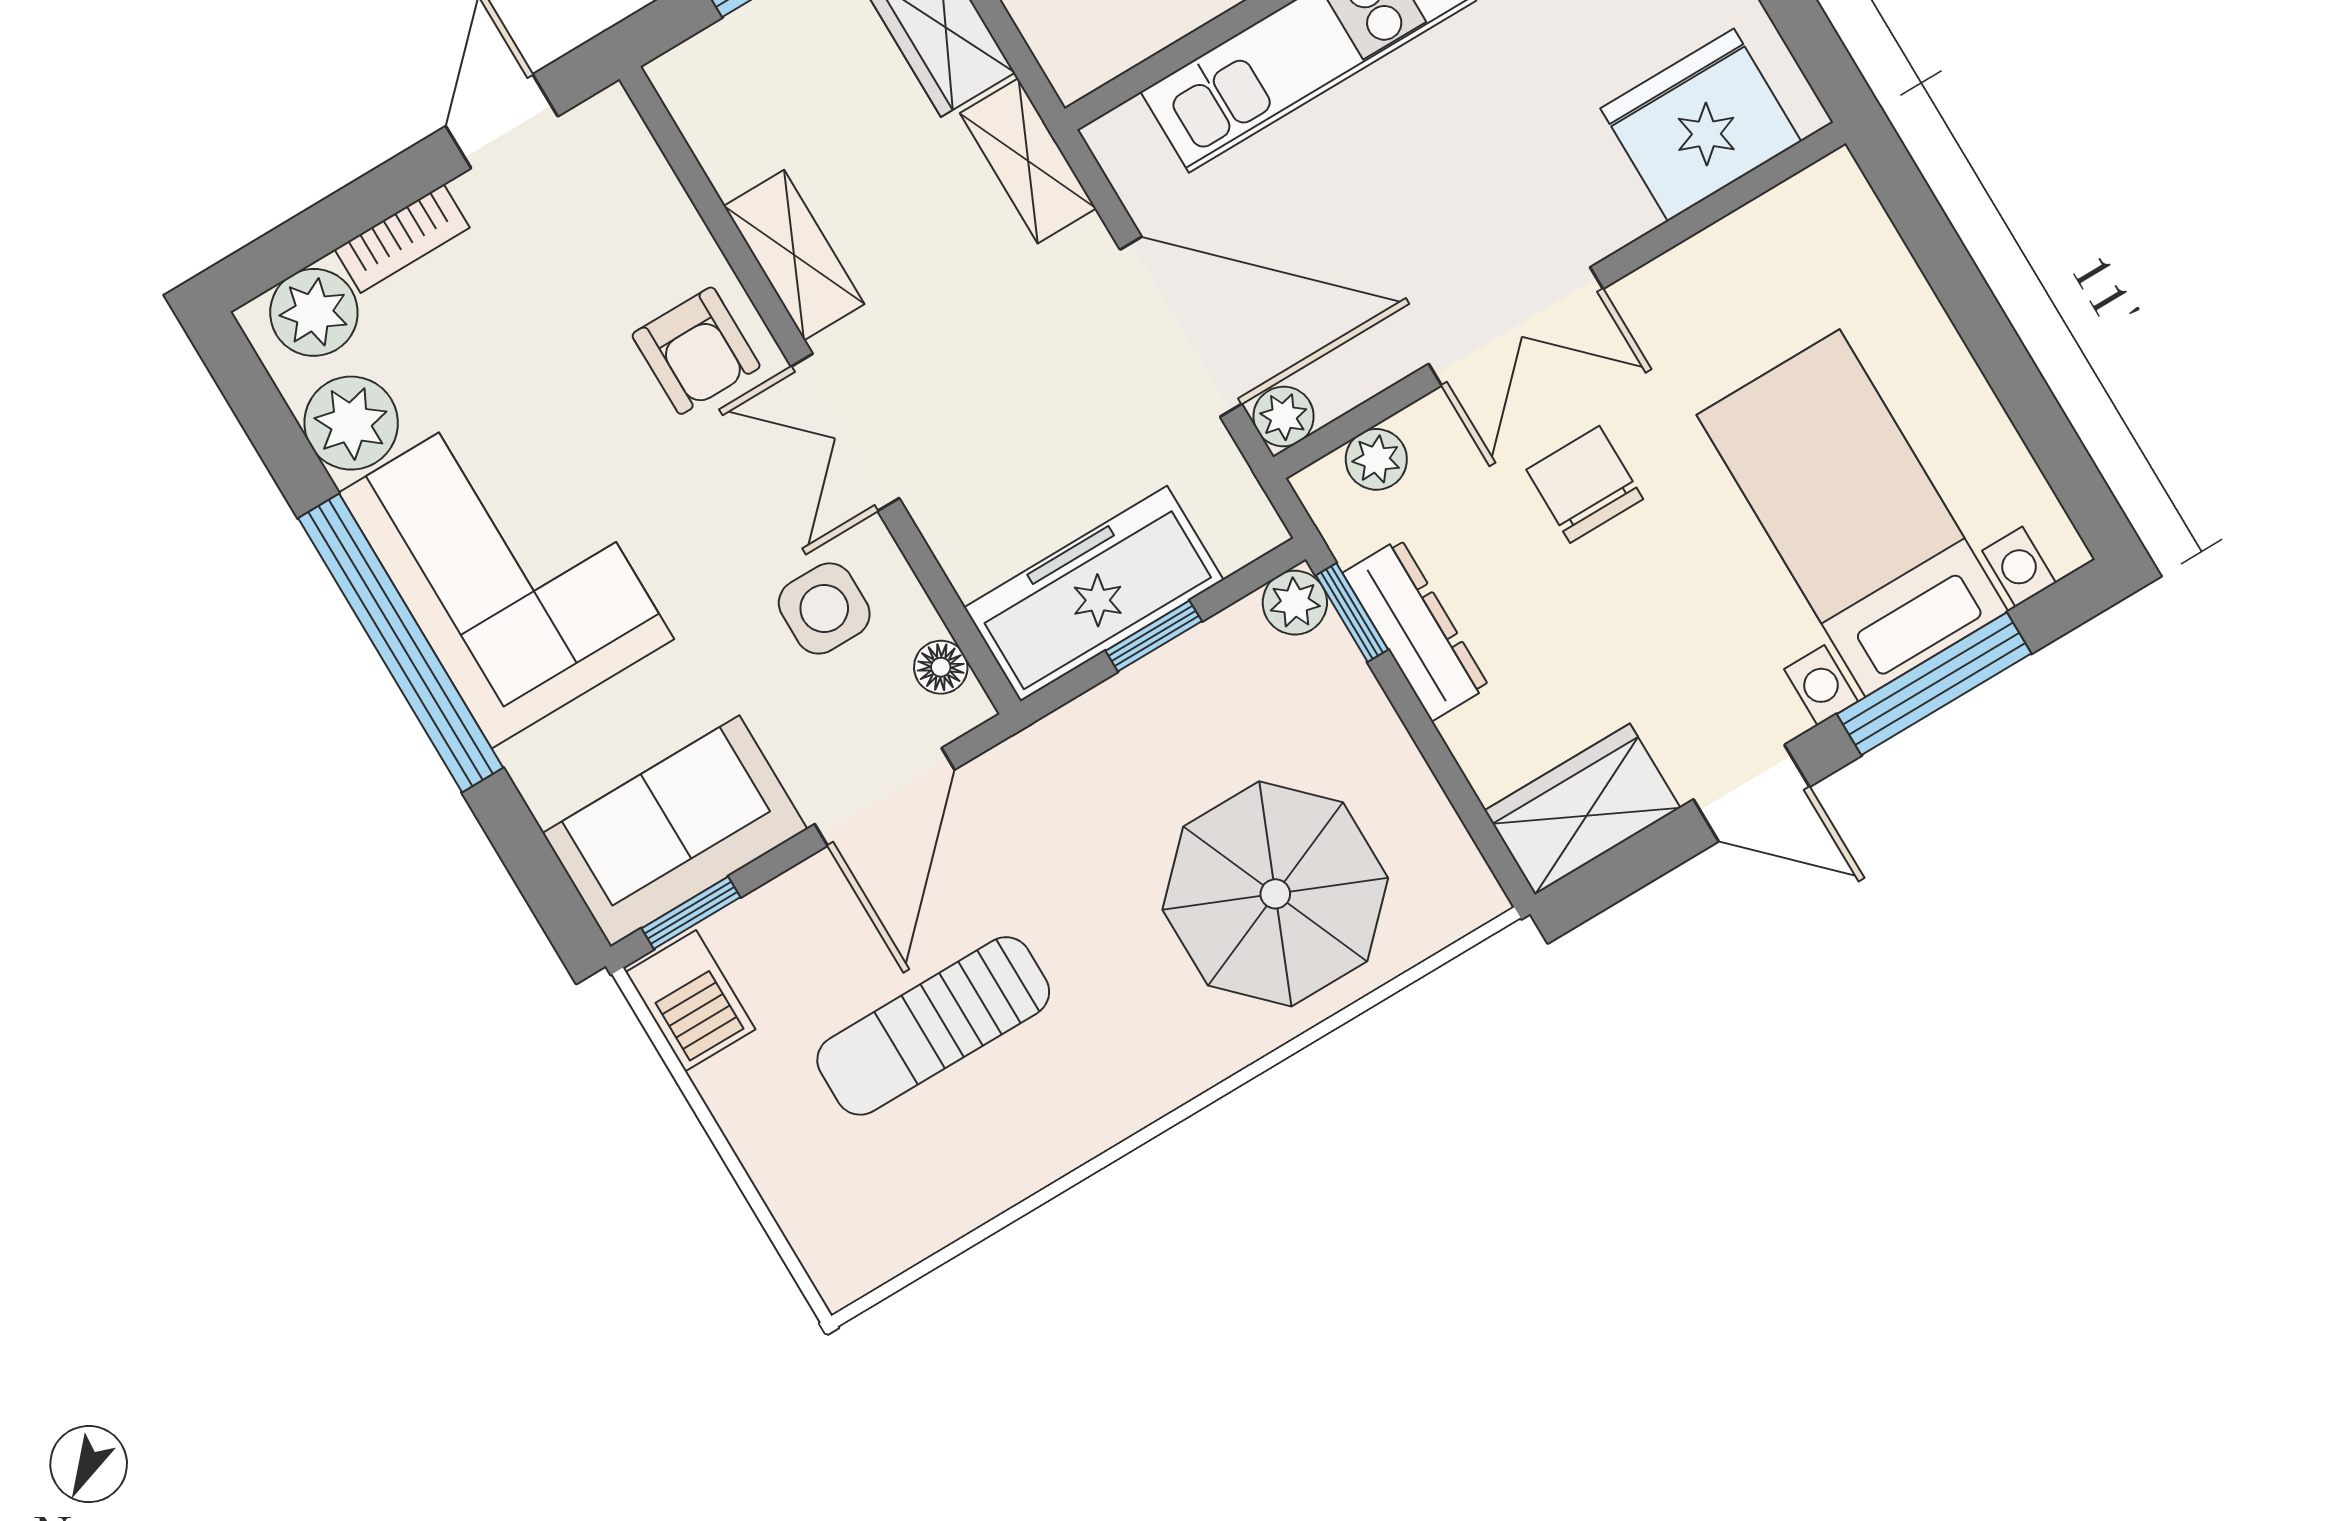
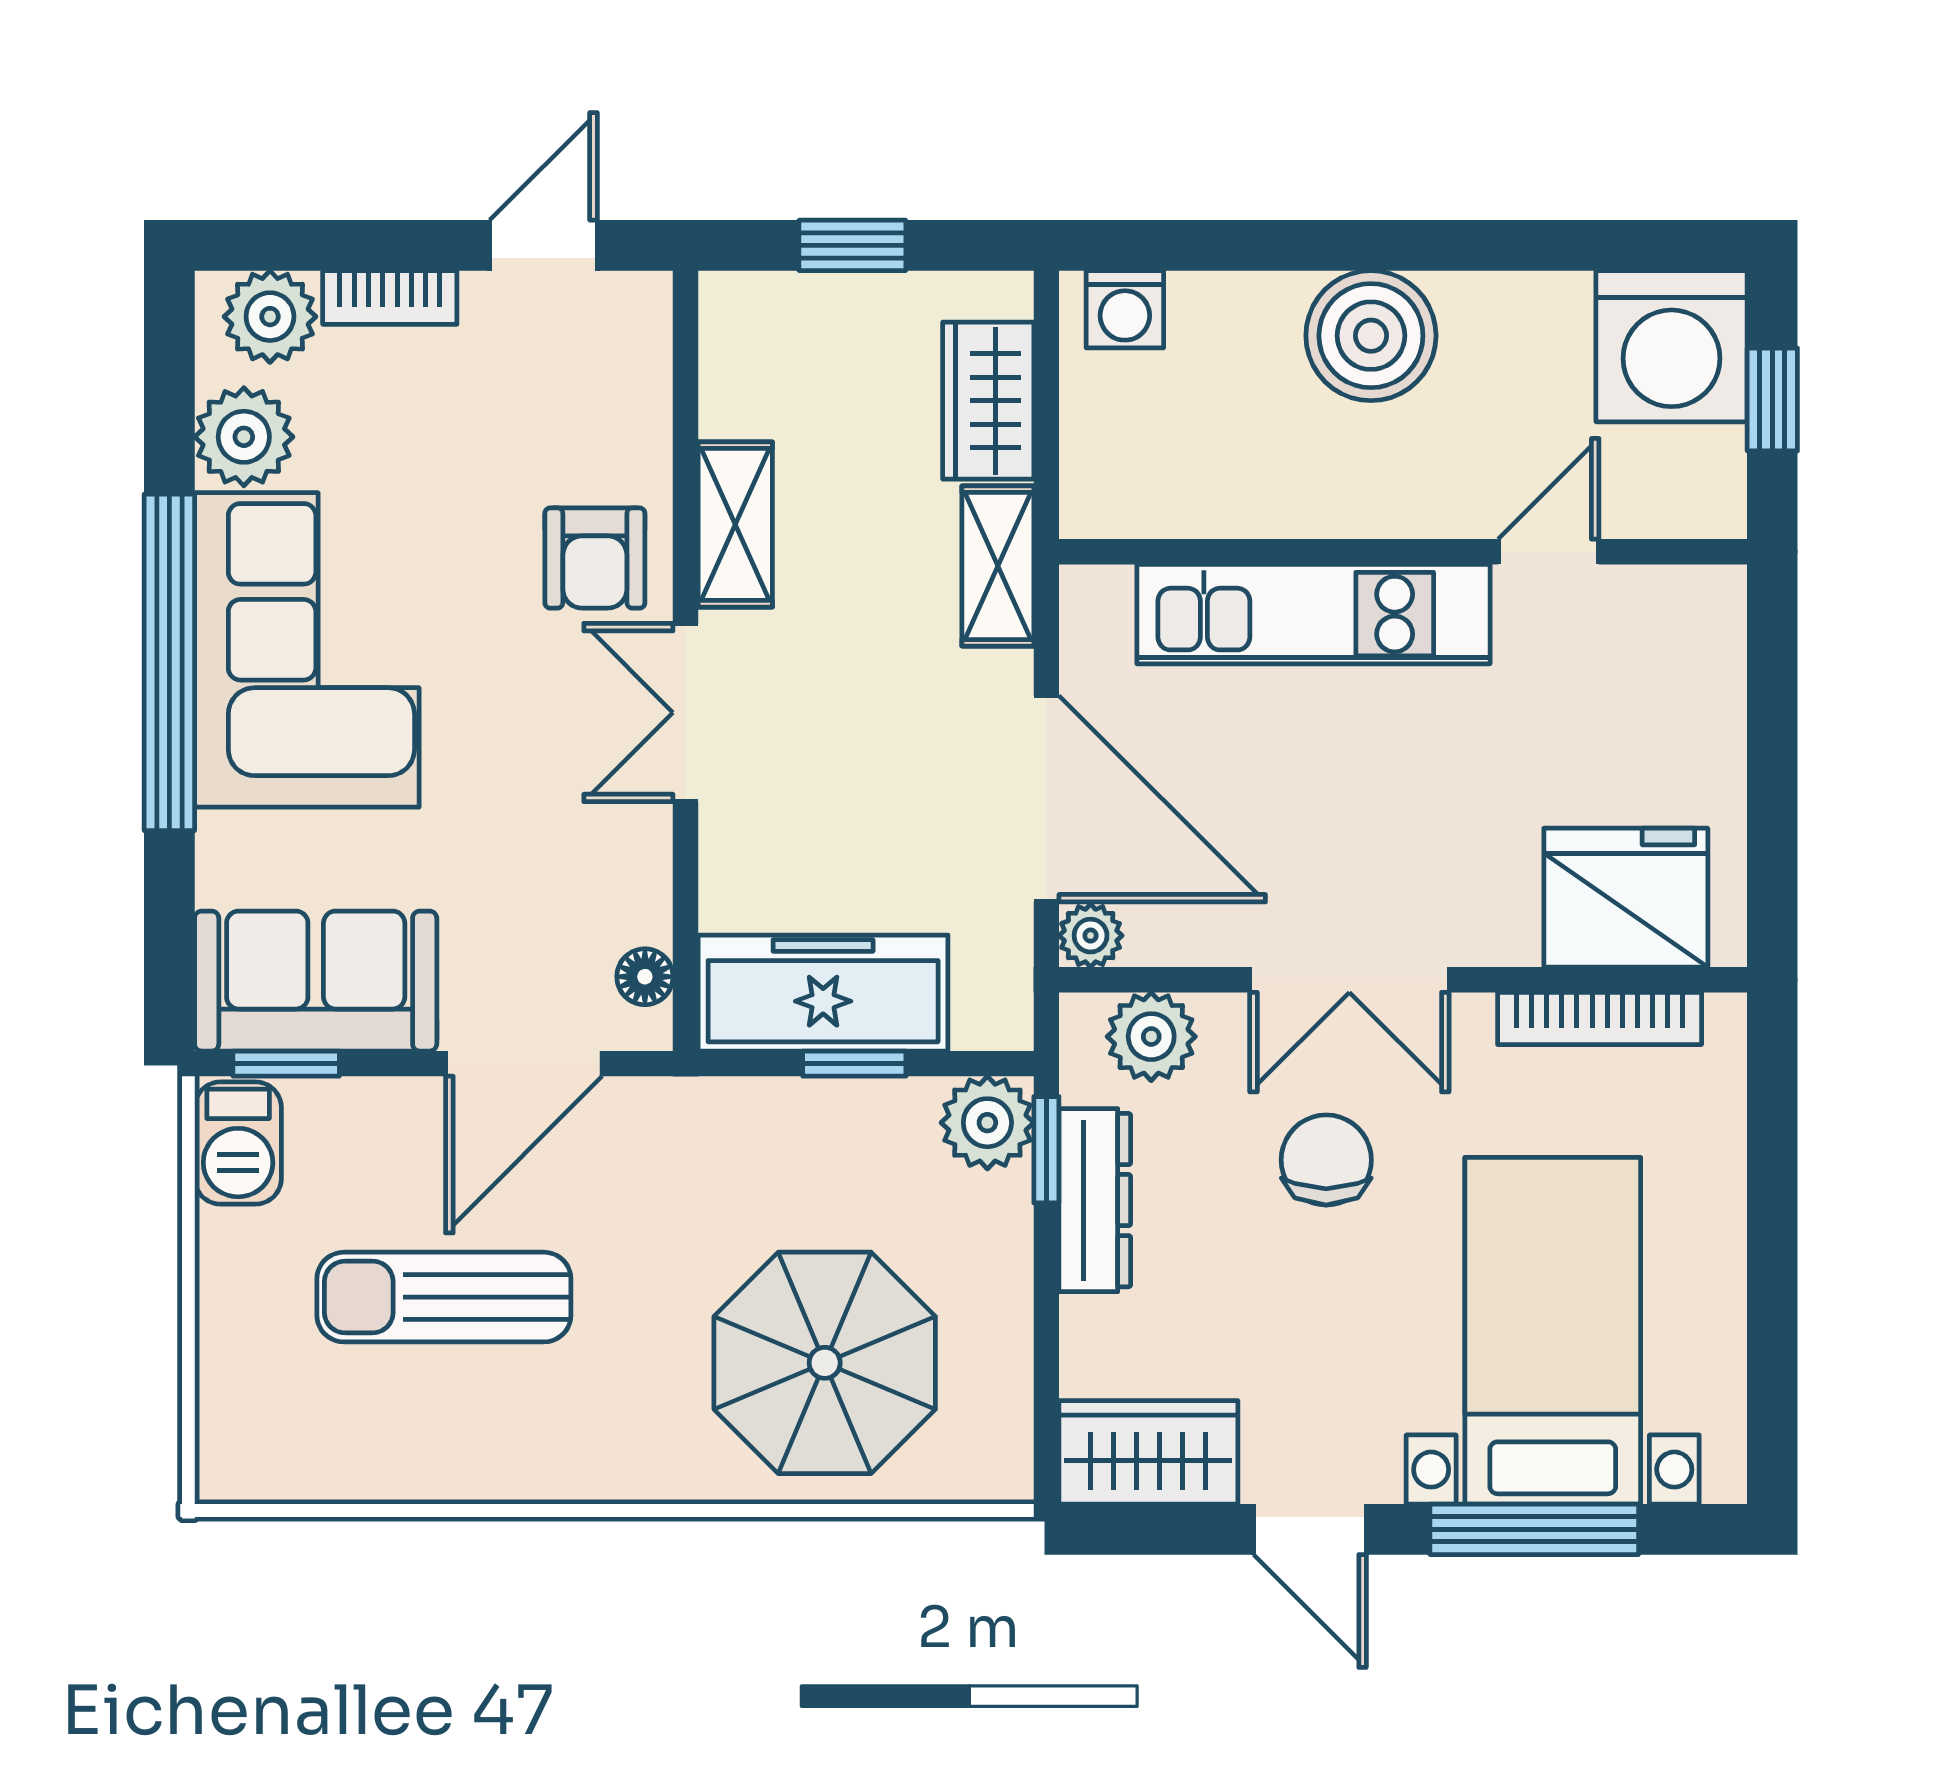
bookcase: (1738, 236) -> (1600, 1018), added
plant: (1376, 459) -> (1151, 1037), width x1.38, depth x1.38
plant: (1295, 603) -> (987, 1123), width x1.38, depth x1.38
side table: (824, 608) -> (571, 861), removed

